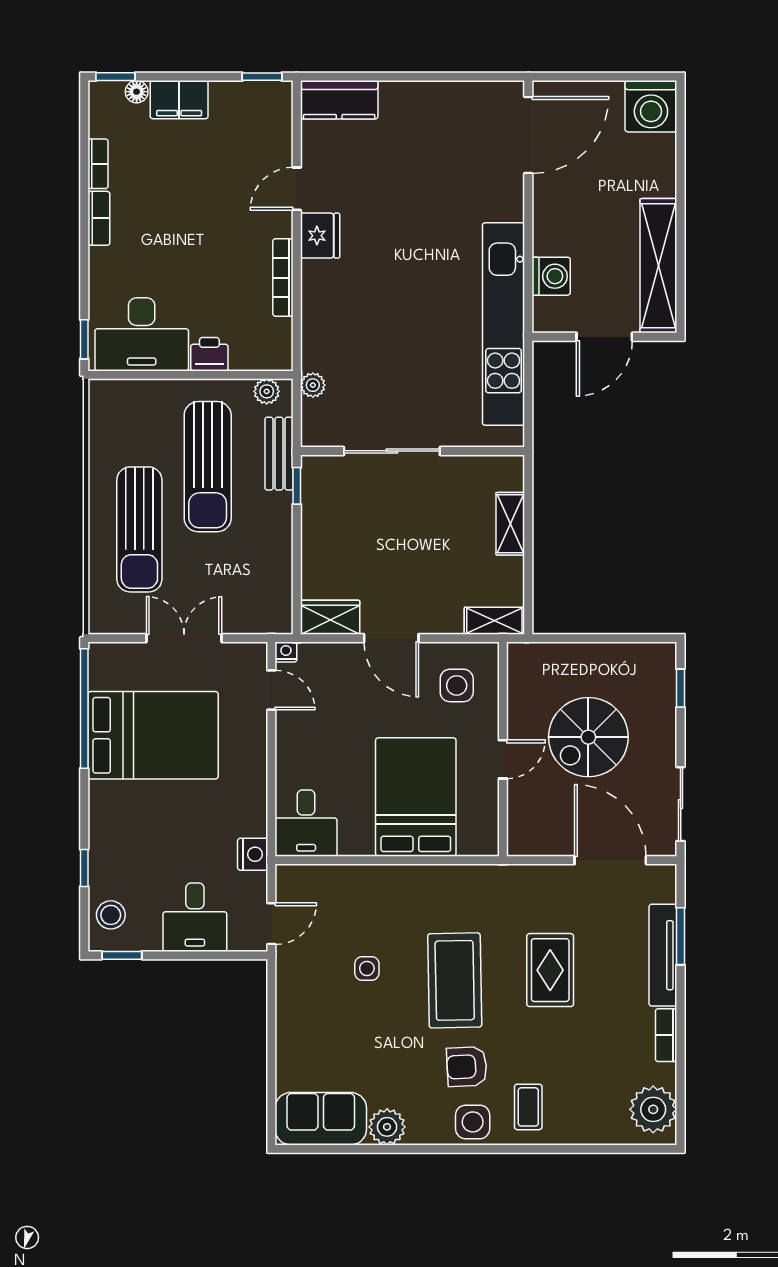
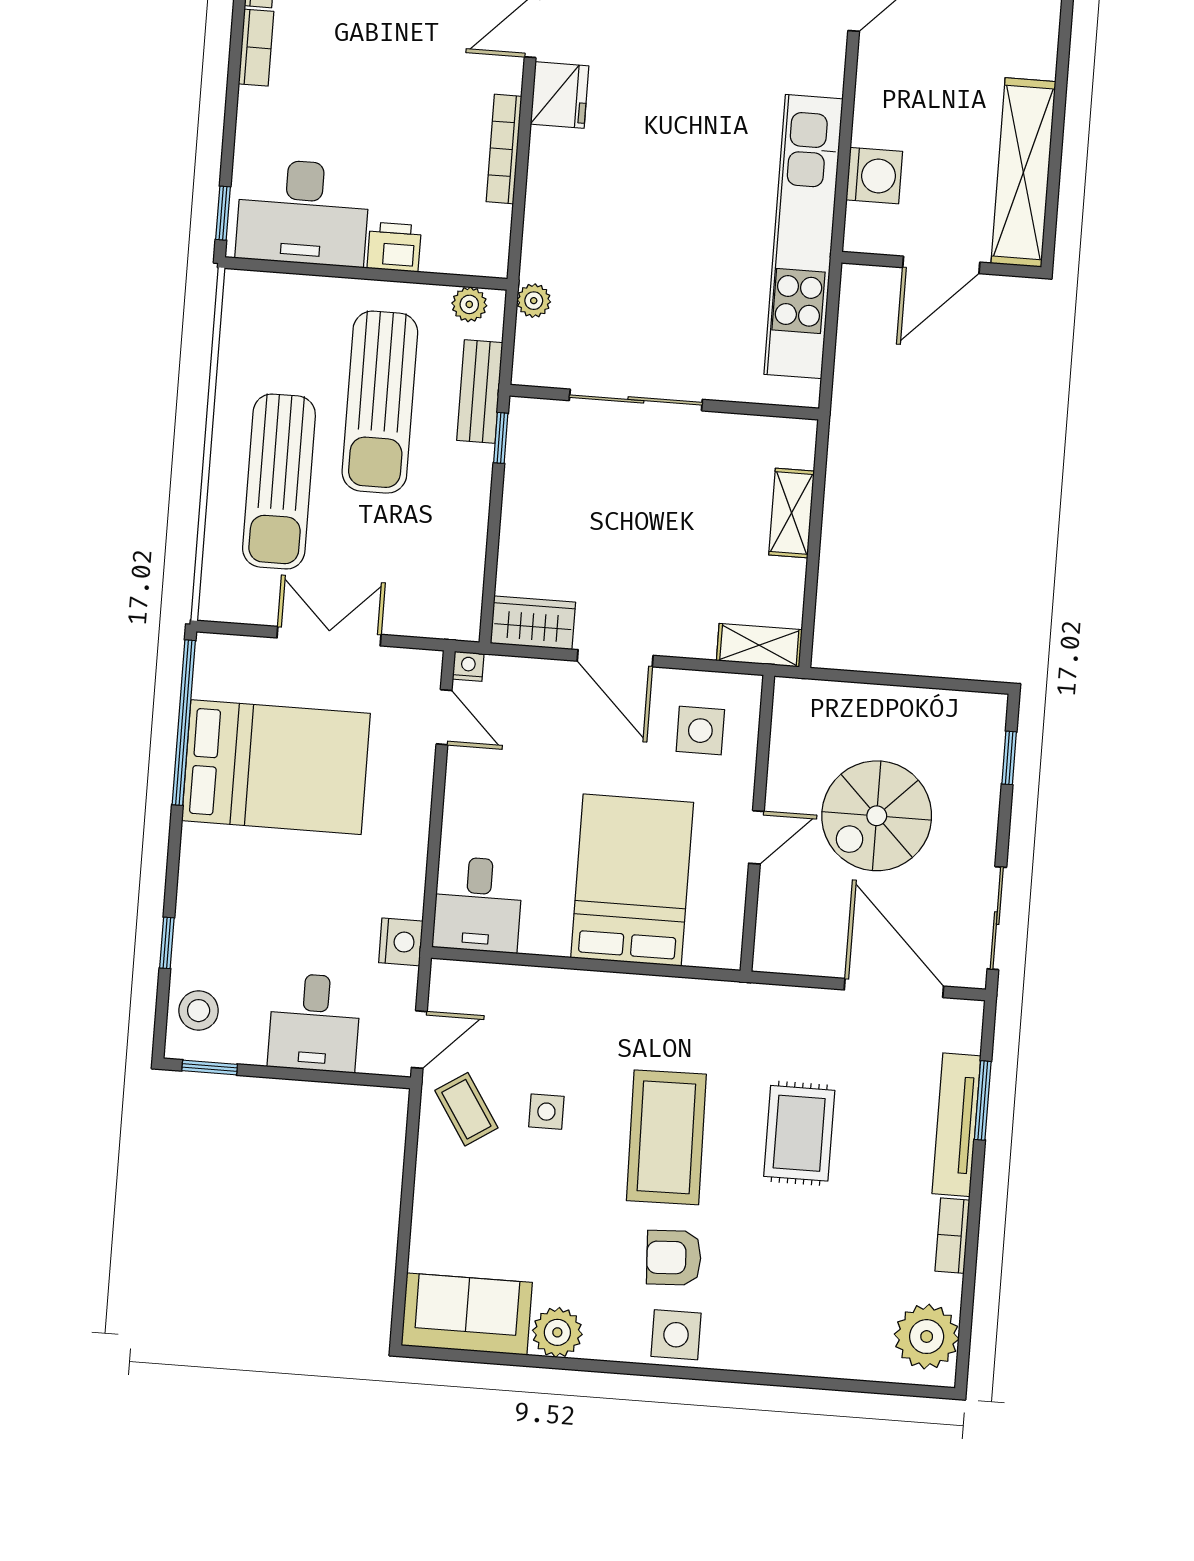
coffee table: (528, 1107) -> (466, 1109), moved, turned -33

